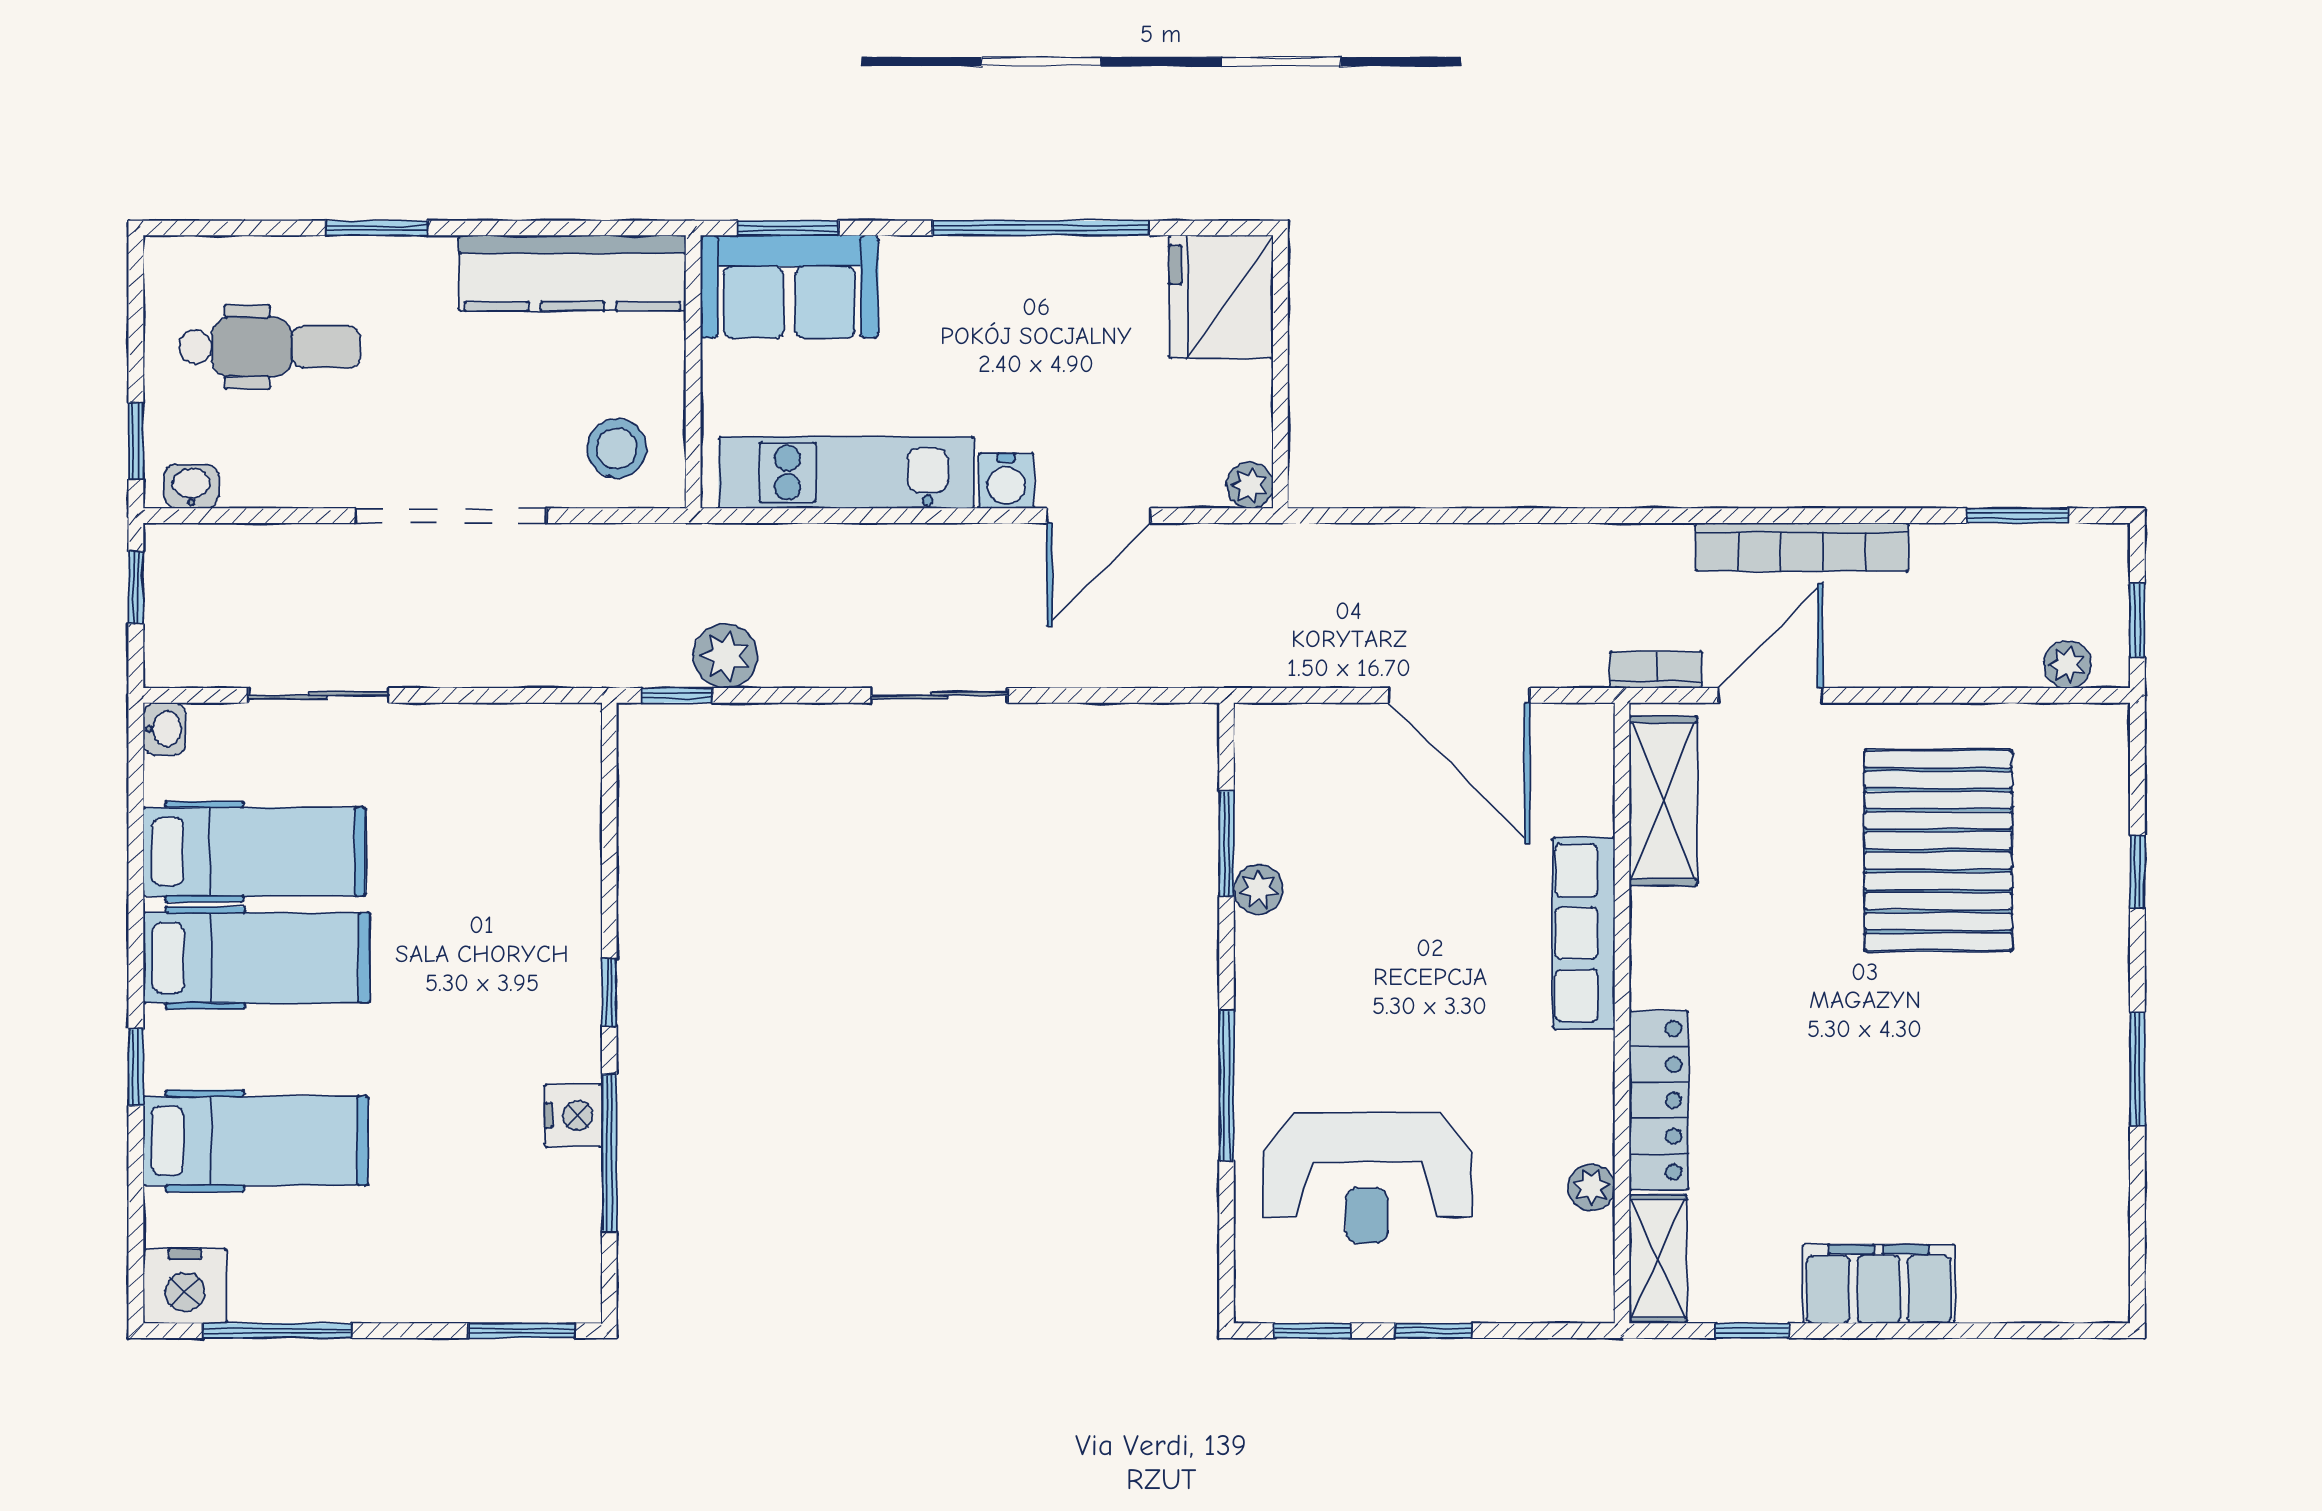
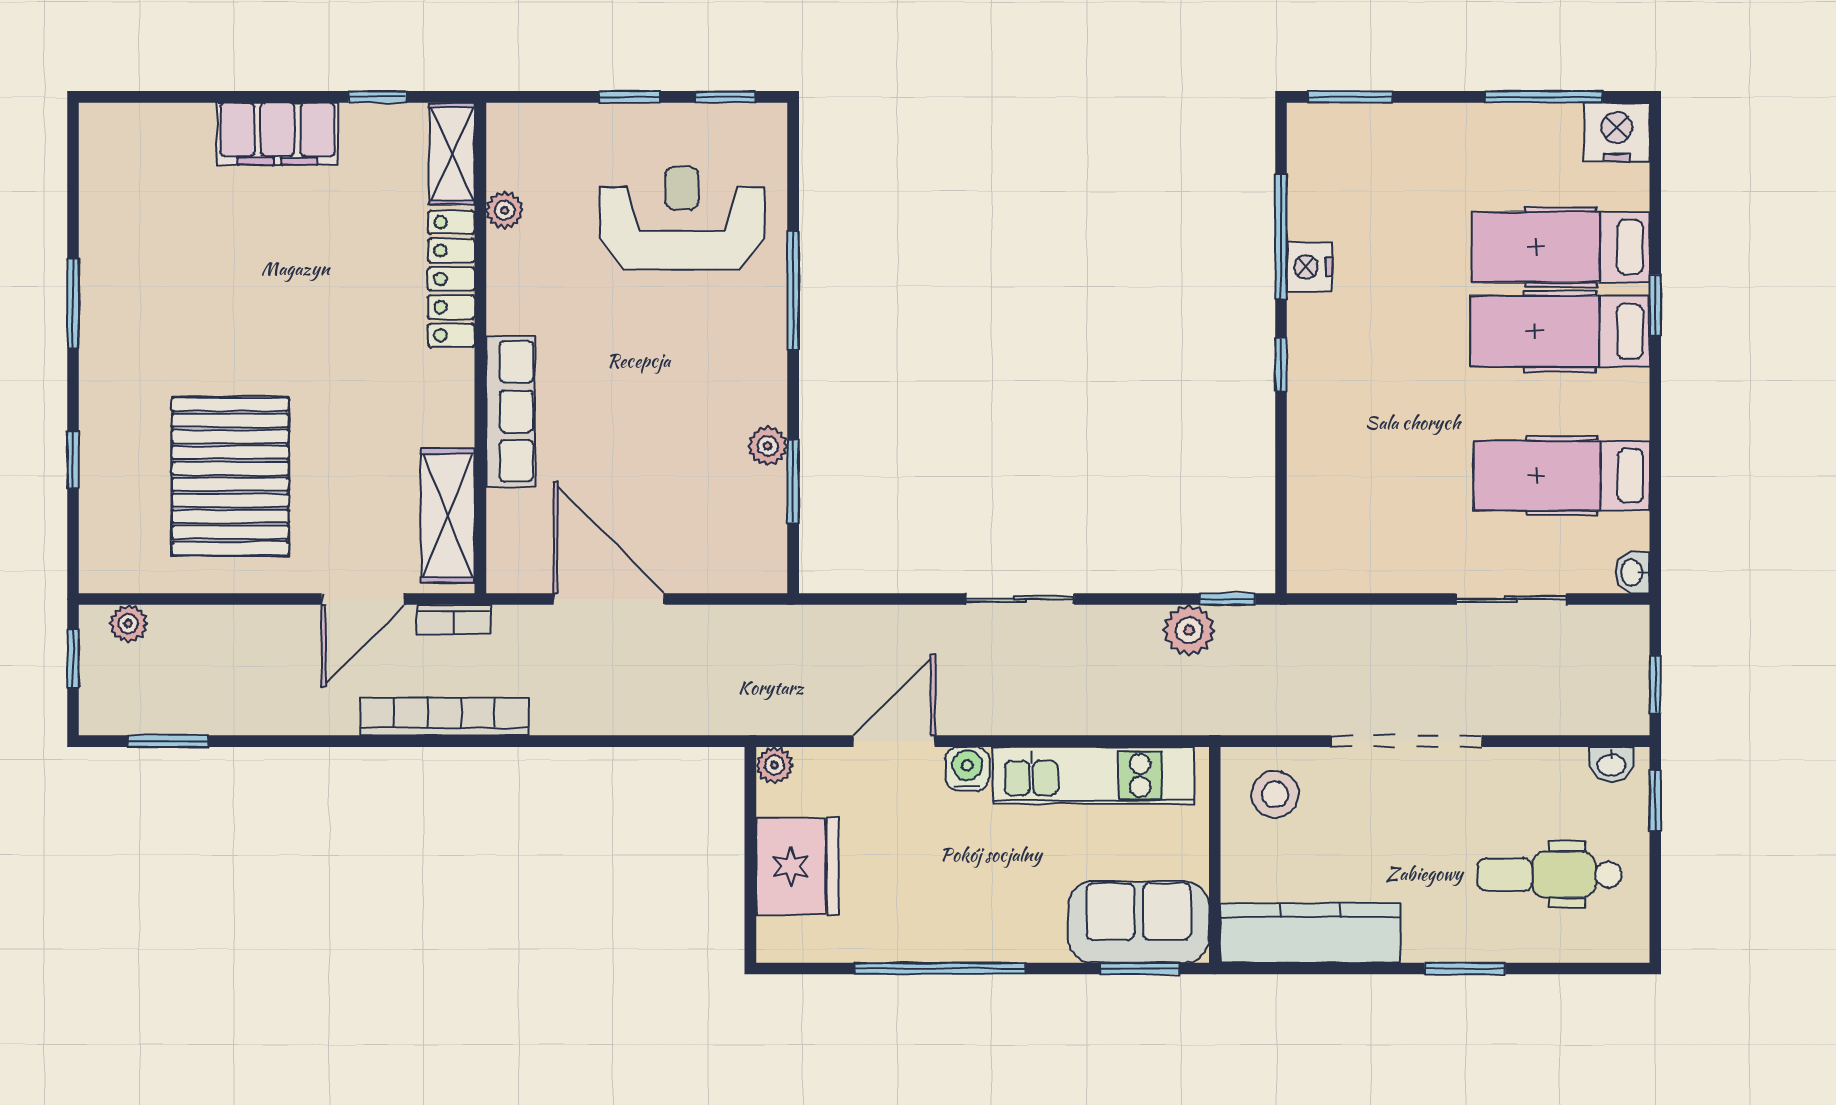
fridge: (1221, 297) -> (797, 866), moved
bookcase: (1802, 547) -> (444, 716), moved
hospital bed: (256, 958) -> (1560, 331), moved

